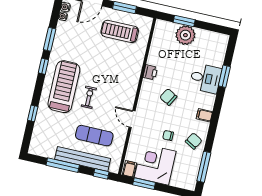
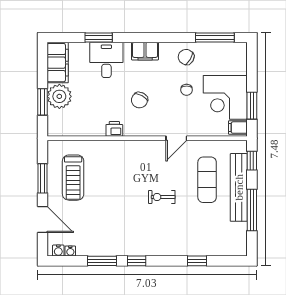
filing cabinet: (212, 40) -> (58, 63), added
treadmill: (64, 87) -> (156, 230), removed
filing cabinet: (204, 115) -> (145, 51), width x2.00

